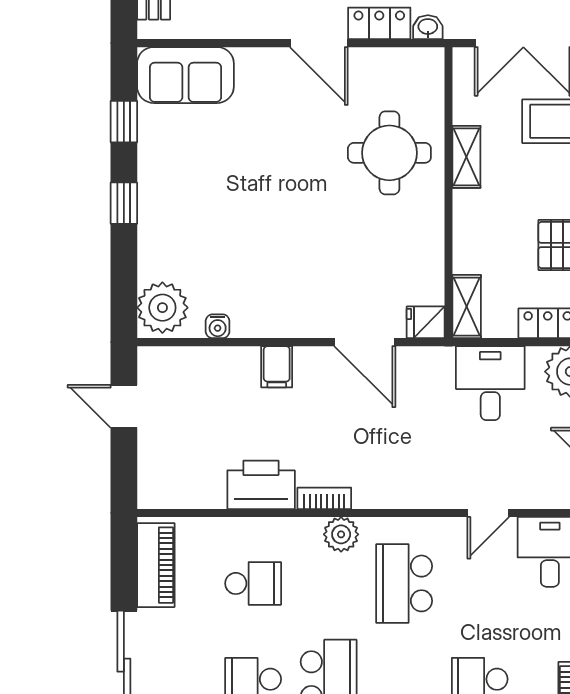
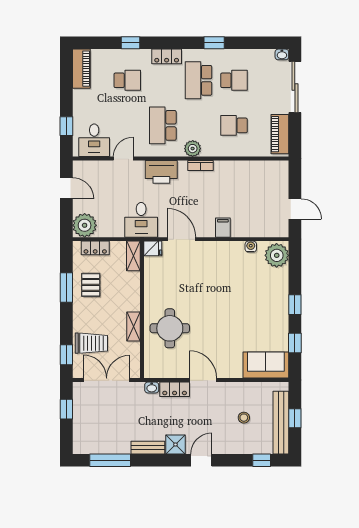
desk: (490, 383) -> (141, 220), moved
printer: (261, 485) -> (161, 172), moved
school desk: (404, 583) -> (163, 125), turned 180

